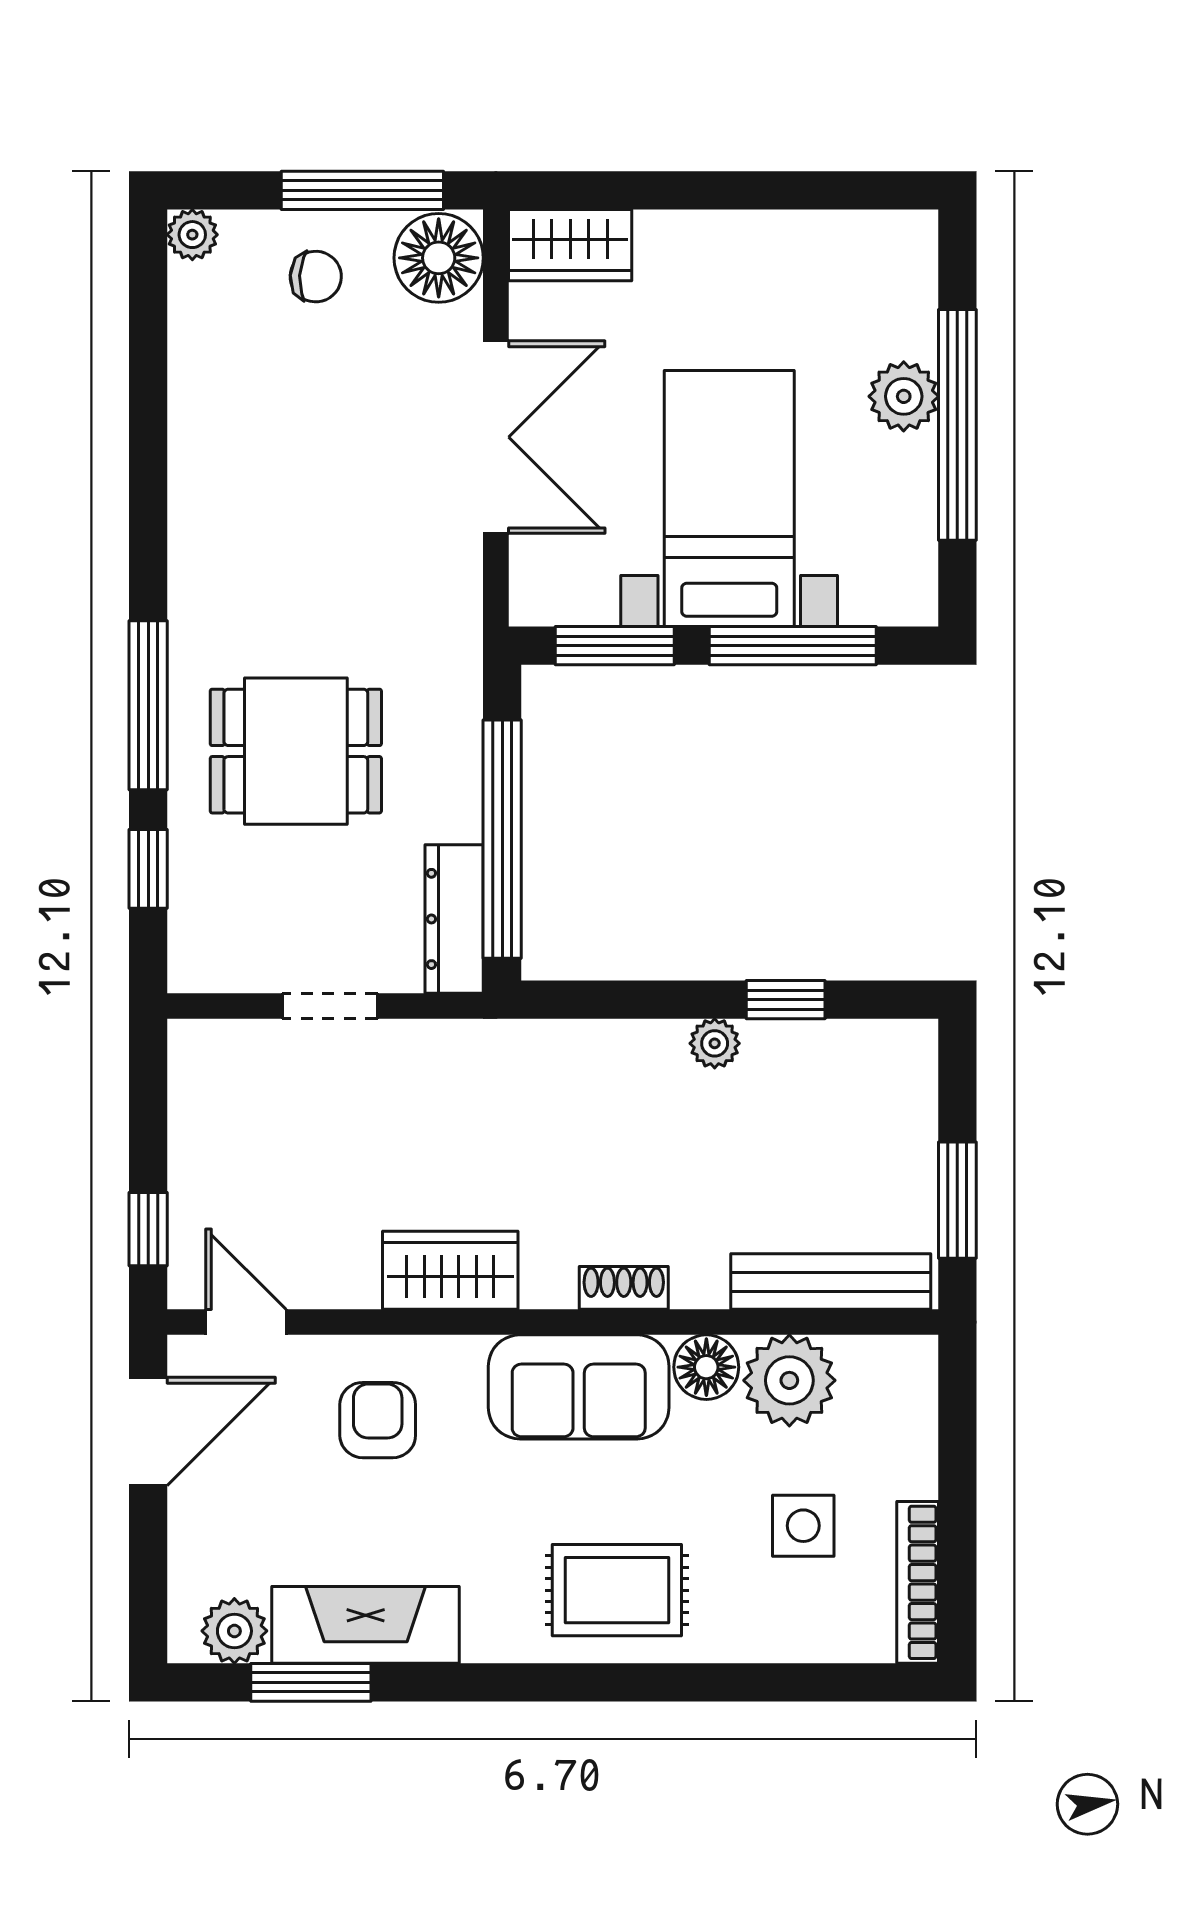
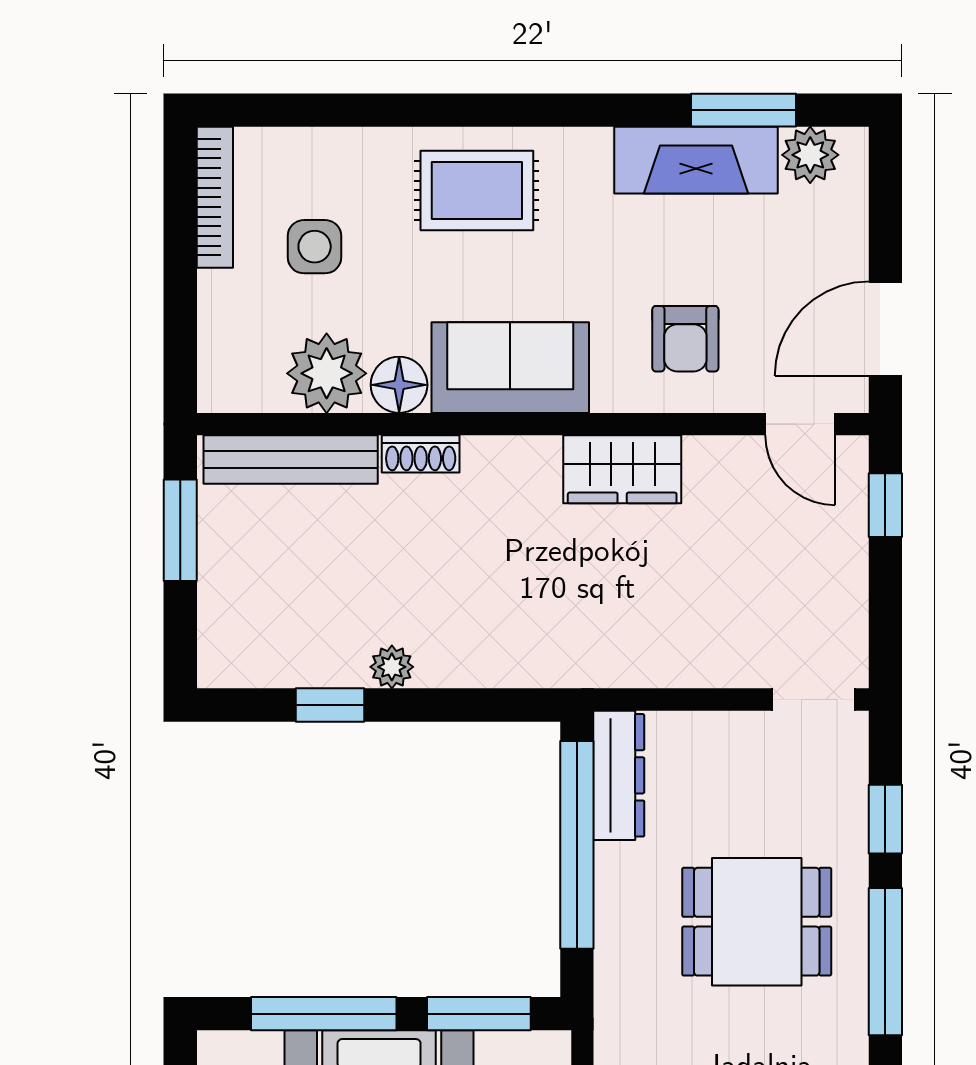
doorway: (330, 1006) -> (814, 700), moved
shoe rack: (624, 1288) -> (421, 454), moved

